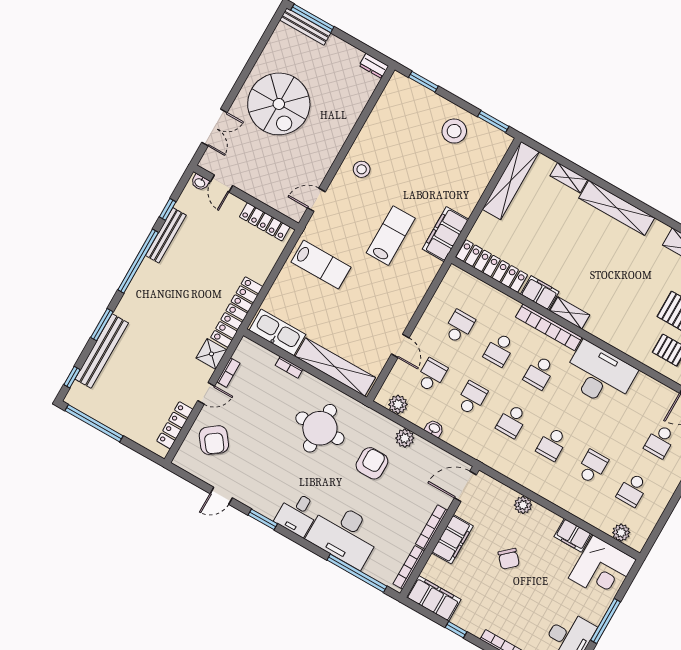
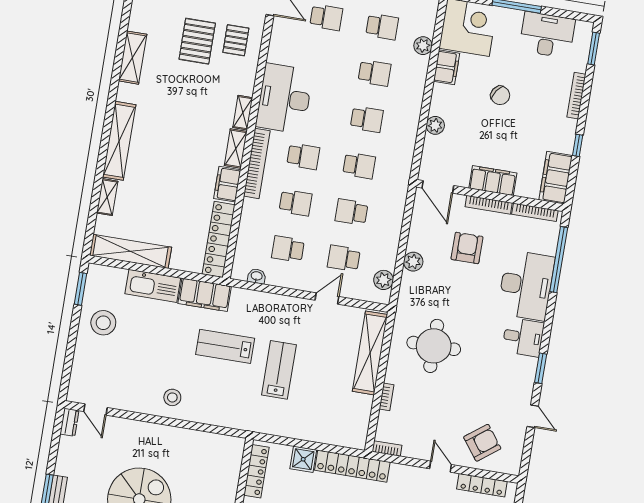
window: (423, 82) -> (67, 369), removed
door: (316, 200) -> (95, 410), moved
lab bench: (321, 265) -> (279, 370), moved
kitchen sink: (277, 332) -> (153, 286), moved, turned -90
shelving: (601, 332) -> (243, 113), added
shower: (211, 354) -> (303, 459), moved
bookcase: (228, 373) -> (387, 448), moved
washbasin: (434, 428) -> (257, 276), moved, turned 90
armchair: (372, 463) -> (467, 248), moved, turned 90
school desk: (592, 467) -> (374, 73), turned 180
plant: (621, 533) -> (423, 46), moved
chair: (509, 559) -> (500, 95), moved, turned 76

